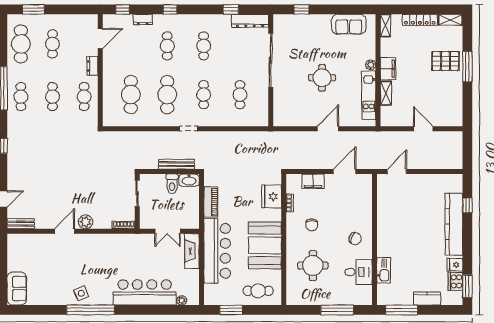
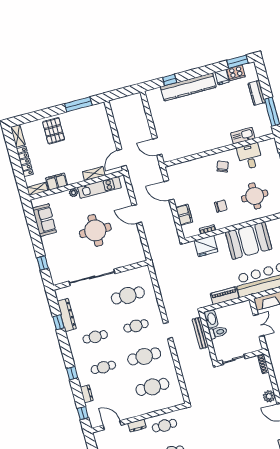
dresser: (250, 21) -> (67, 315), moved
window: (467, 67) -> (78, 104), moved
filing cabinet: (388, 69) -> (56, 182), moved
round table: (322, 78) -> (95, 230), width x1.36, depth x1.36
cafe table: (240, 95) -> (128, 295), width x1.37, depth x1.35
door: (423, 129) -> (122, 158), moved

